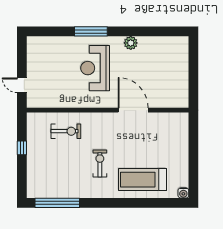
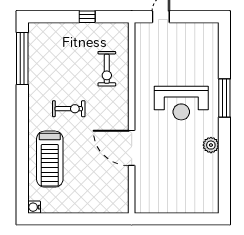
reception desk: (95, 68) -> (181, 103), turned 180
door: (133, 110) -> (132, 148), swing flipped
treadmill: (143, 180) -> (50, 159), turned 180

